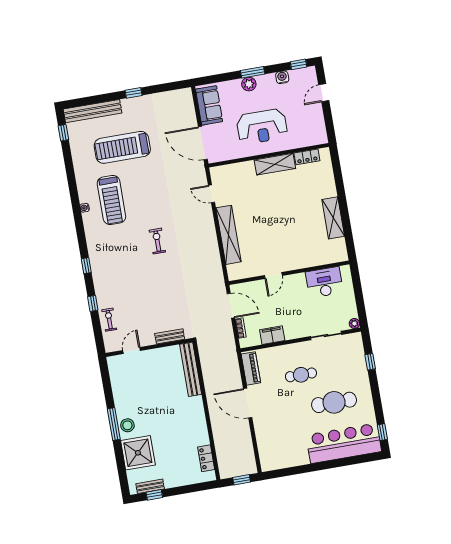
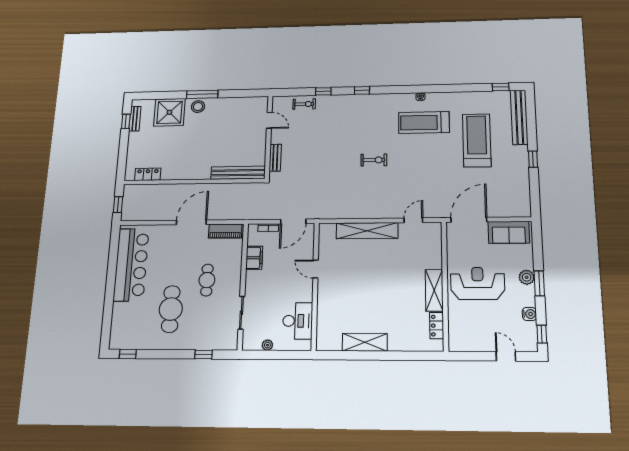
reception desk: (262, 127) -> (478, 283), turned 90
plant: (354, 323) -> (267, 345), moved
bar counter: (344, 443) -> (131, 265), moved

